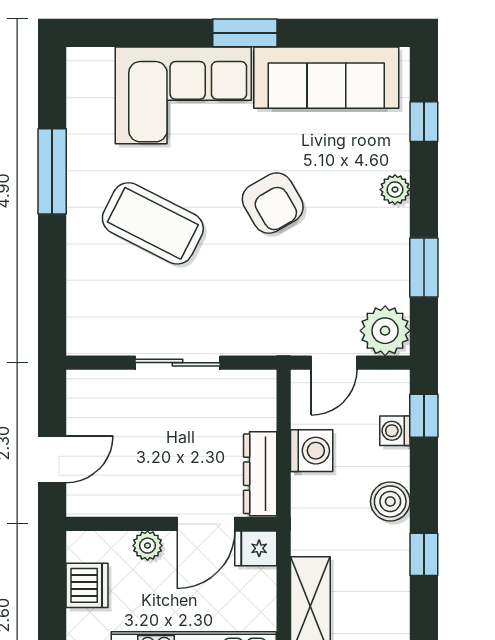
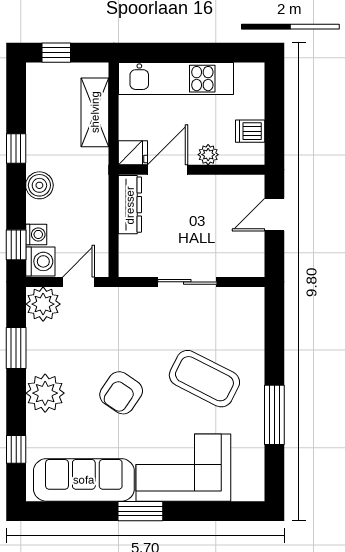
plant: (395, 190) -> (45, 393), width x1.87, depth x1.87
armchair: (273, 203) -> (121, 393), turned -116
washing machine: (312, 451) -> (40, 261), moved, turned 180
dishwasher: (87, 585) -> (250, 131), width x0.73

